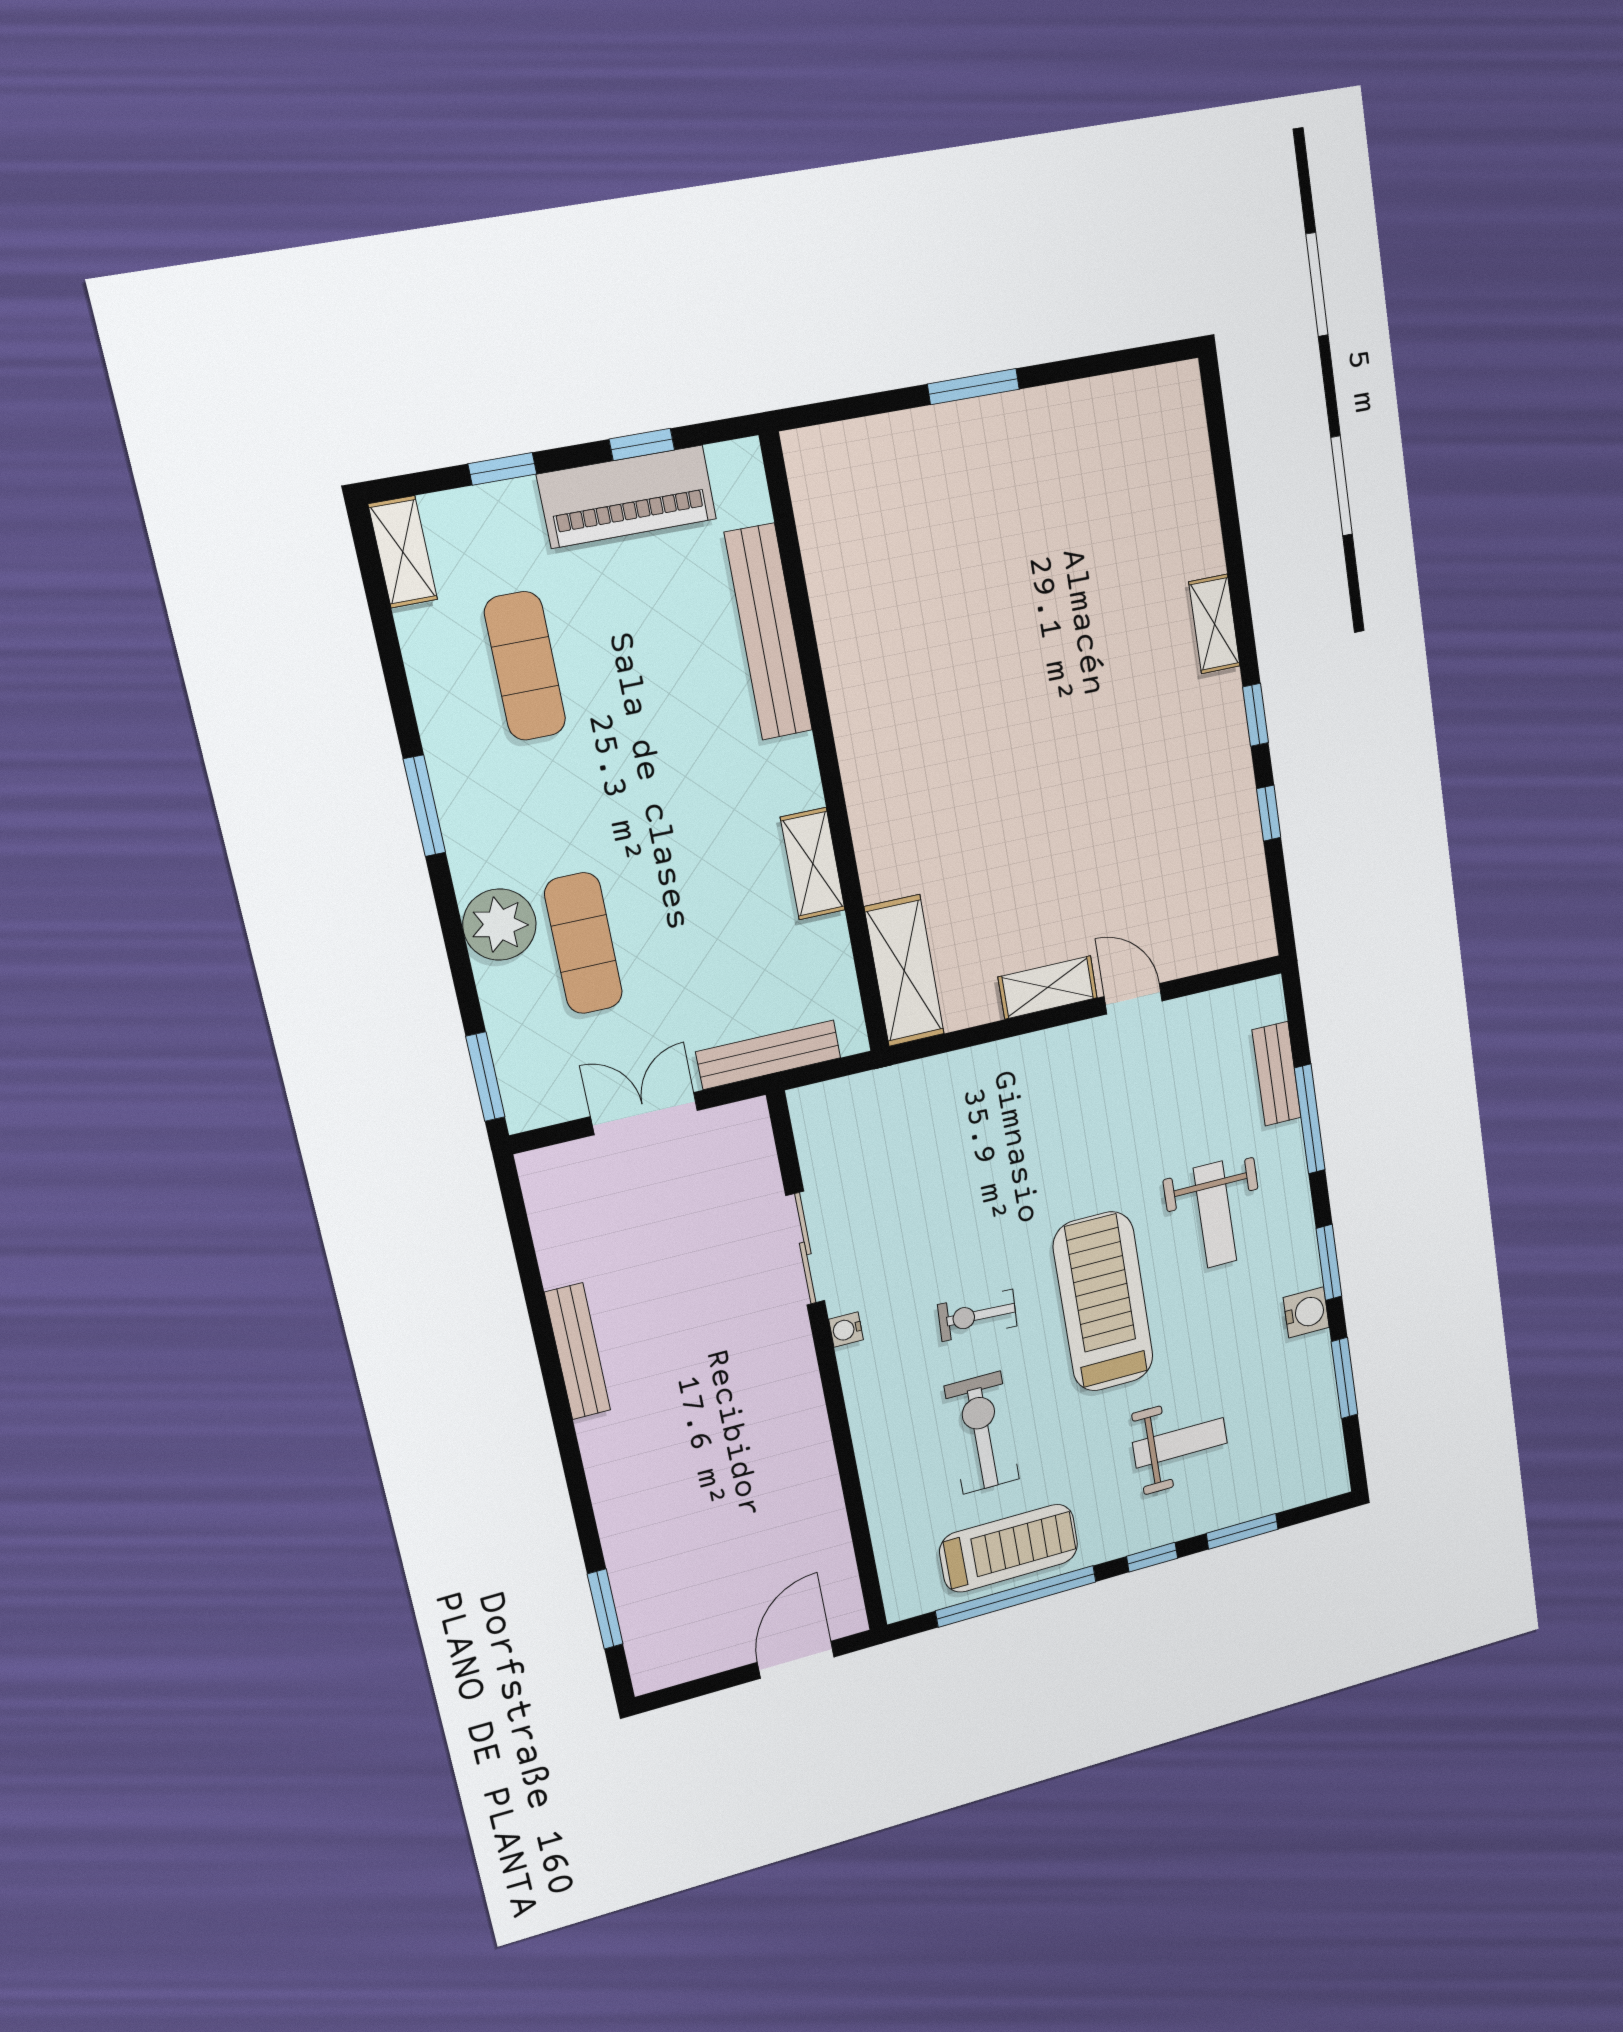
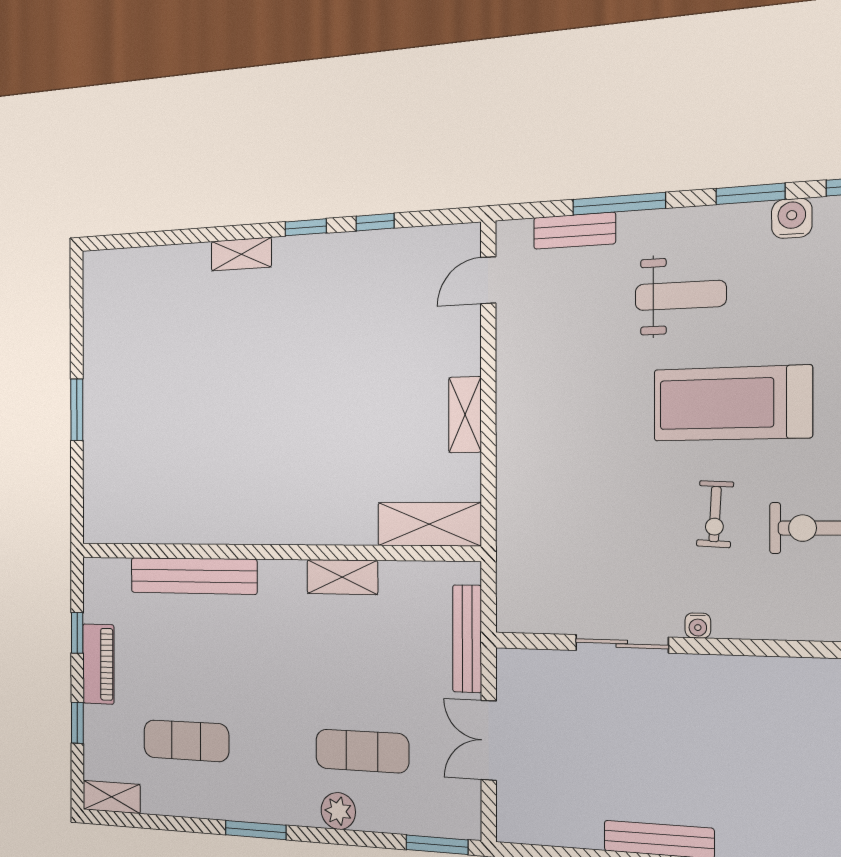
piano: (627, 497) -> (98, 664), width x0.73, depth x0.75
plant: (499, 925) -> (338, 811), width x0.73, depth x0.73
door: (1133, 999) -> (488, 280), moved

